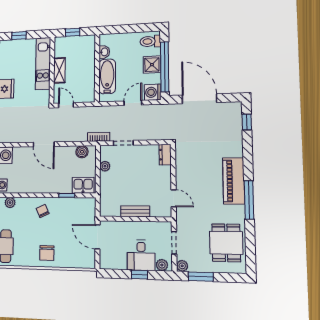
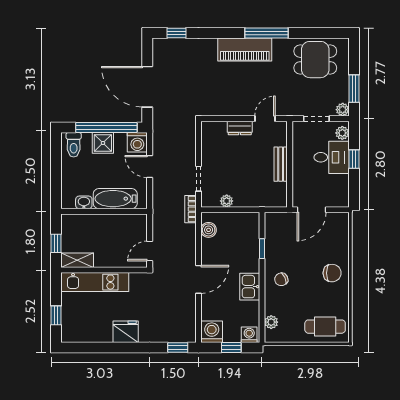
shelving: (59, 70) -> (77, 260), moved
door: (199, 99) -> (147, 87), hinge flipped
dresser: (165, 155) -> (240, 128), moved
kitchen sink: (83, 185) -> (250, 287), moved

